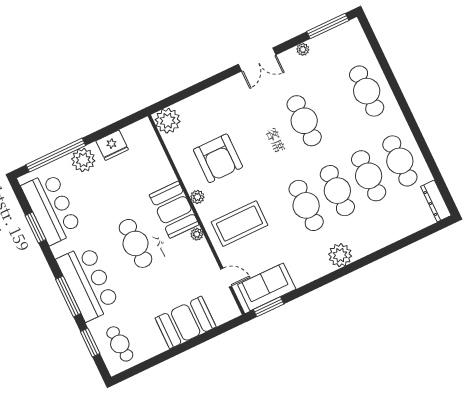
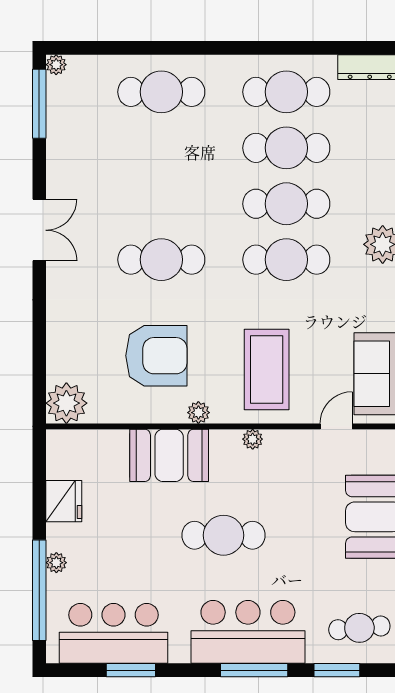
plant: (303, 49) -> (56, 65), moved
cafe table: (304, 121) -> (161, 260), moved
plant: (83, 160) -> (56, 563), width x0.53, depth x0.53
booth: (174, 210) -> (169, 455), moved

